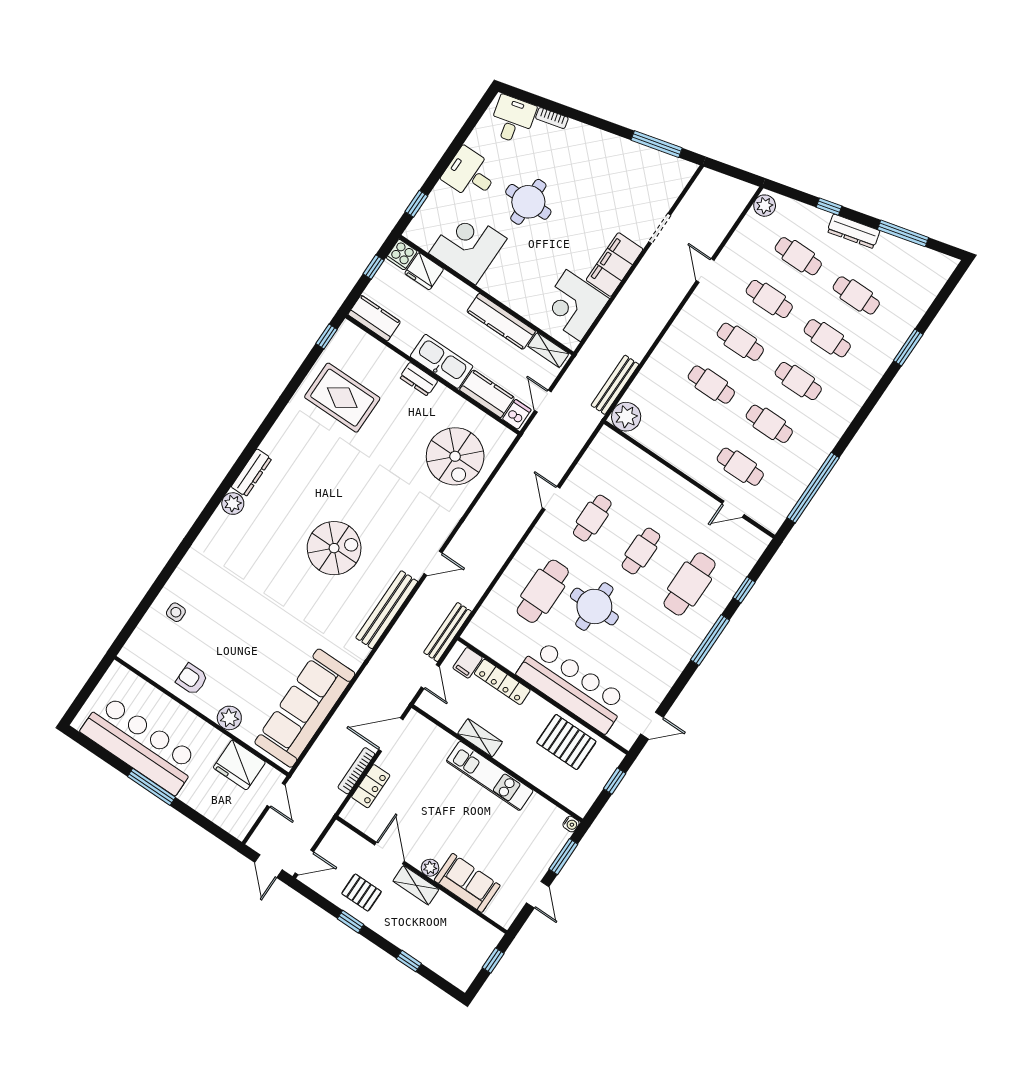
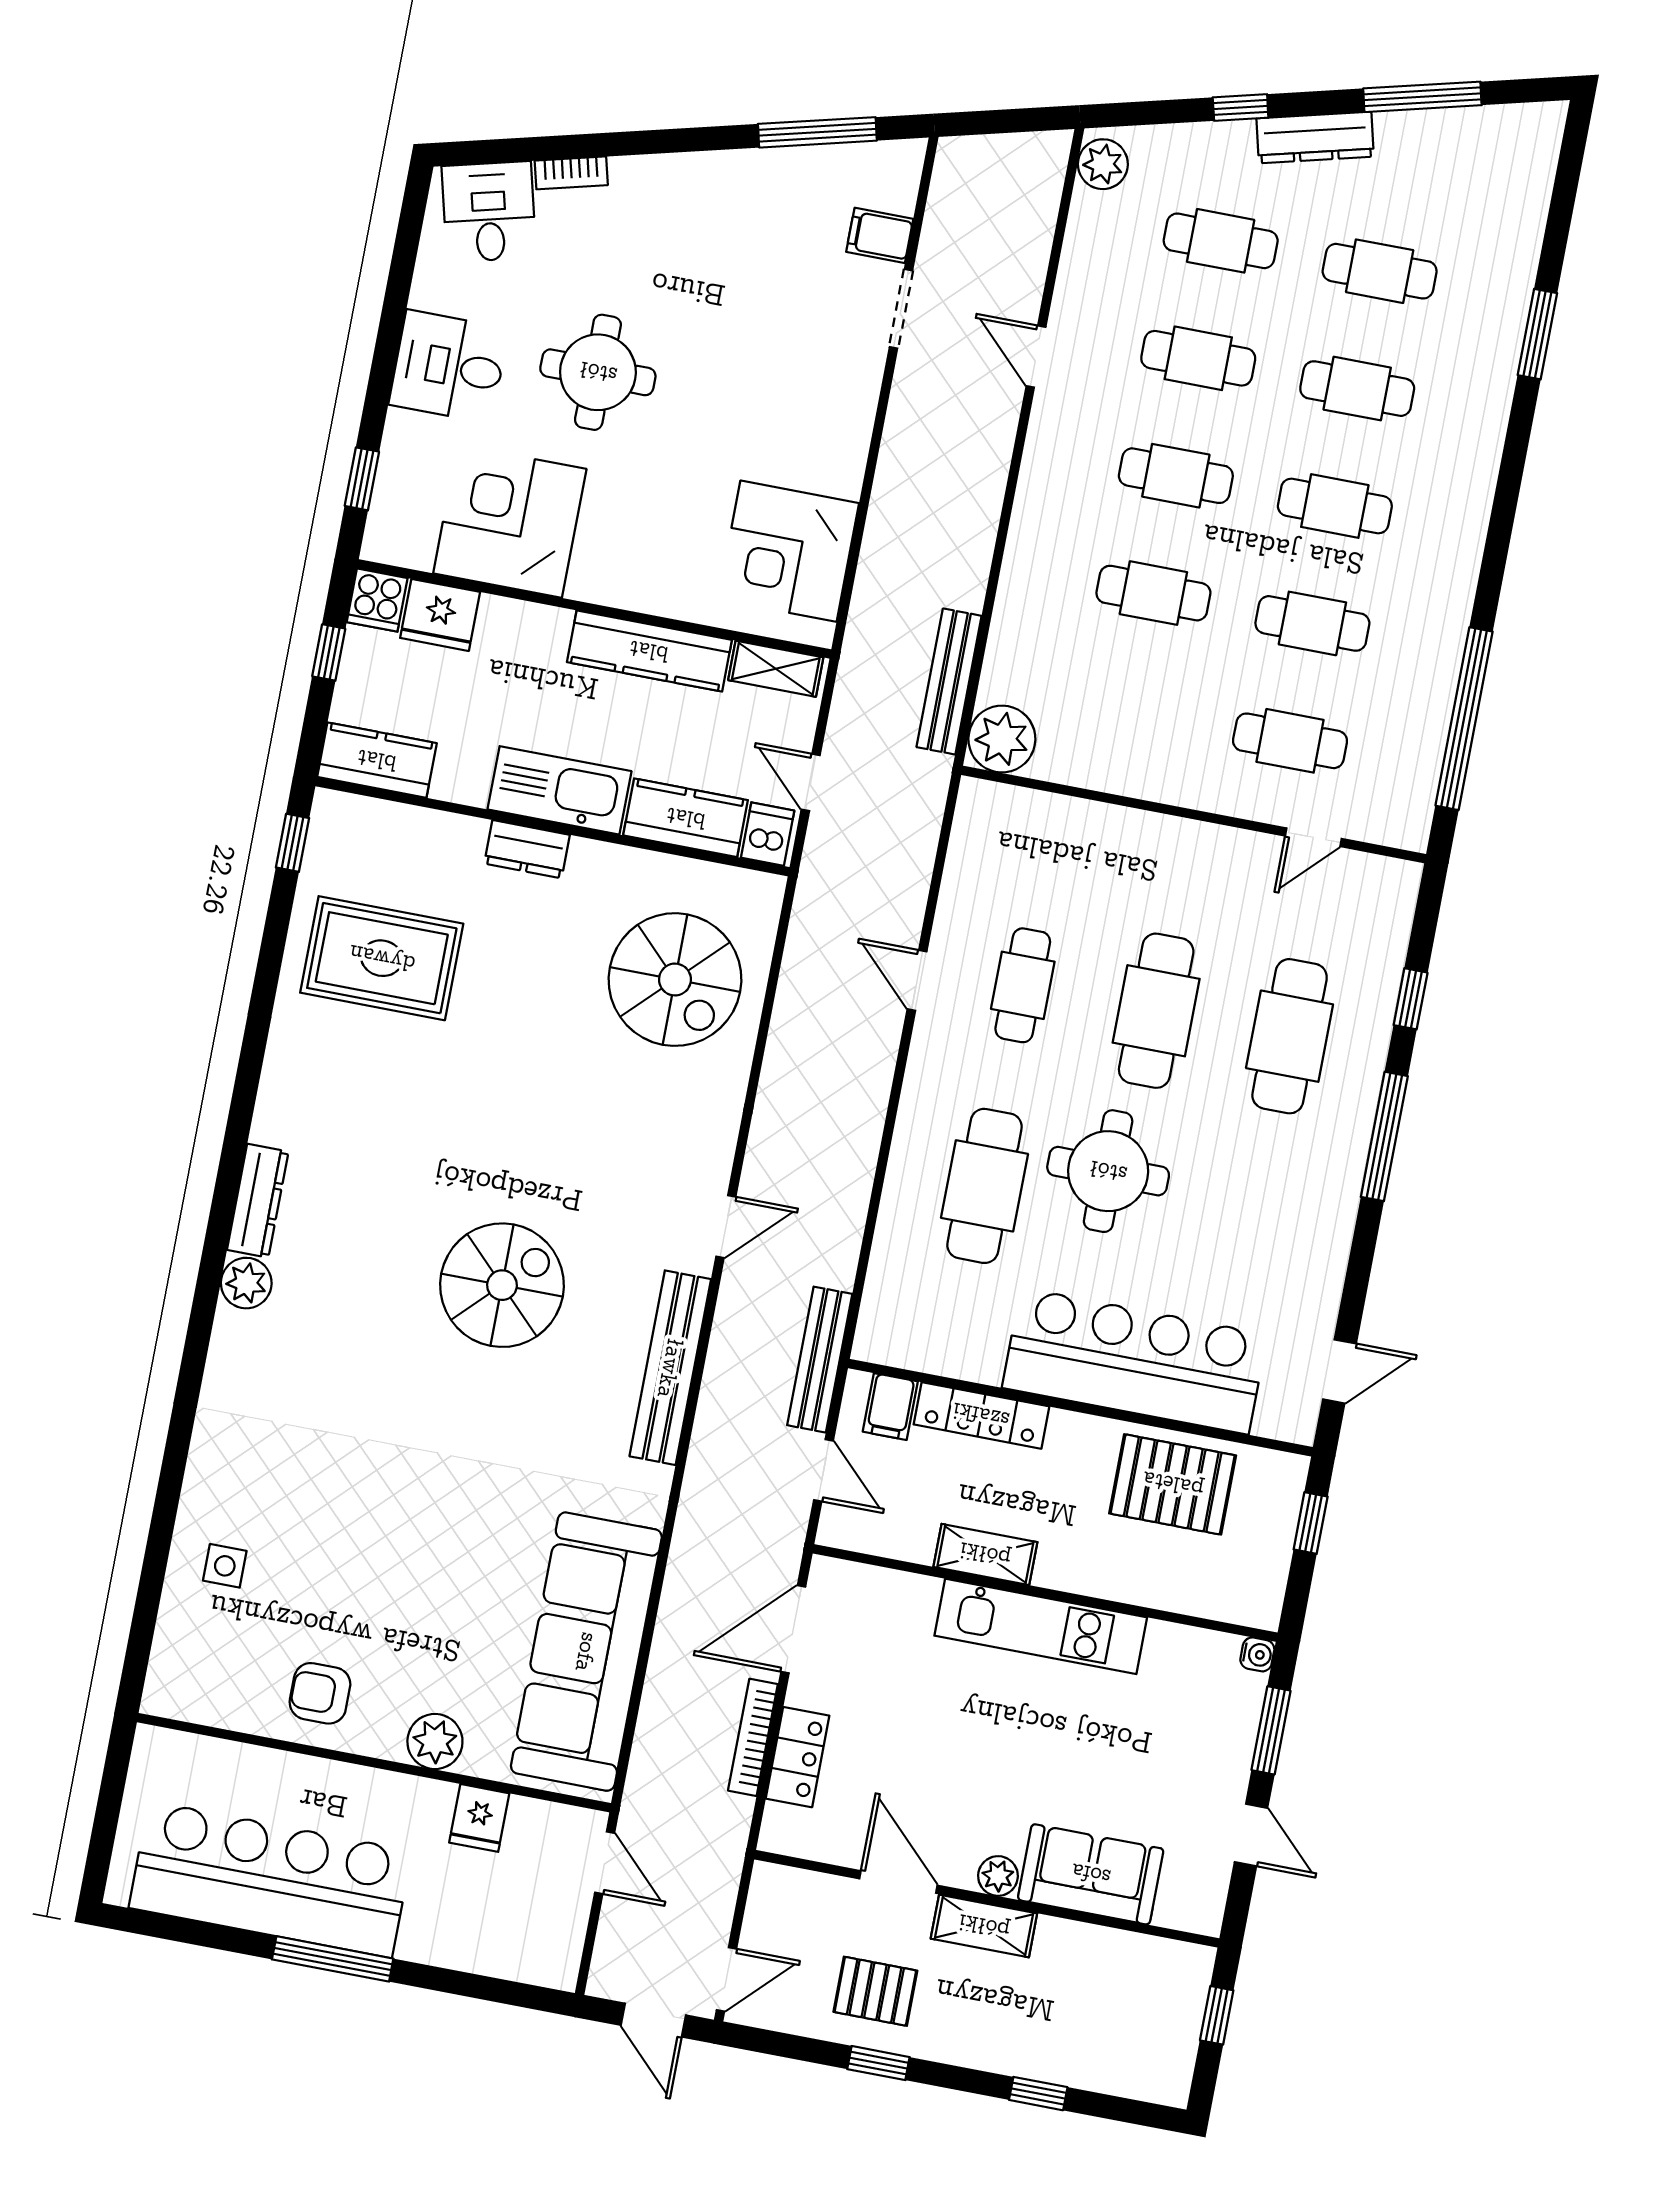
filing cabinet: (615, 265) -> (880, 235), moved, width x0.33, depth x0.86
cafe table: (641, 551) -> (1156, 1011), width x1.37, depth x1.35
fridge: (239, 765) -> (479, 1818), width x0.53, depth x0.75

